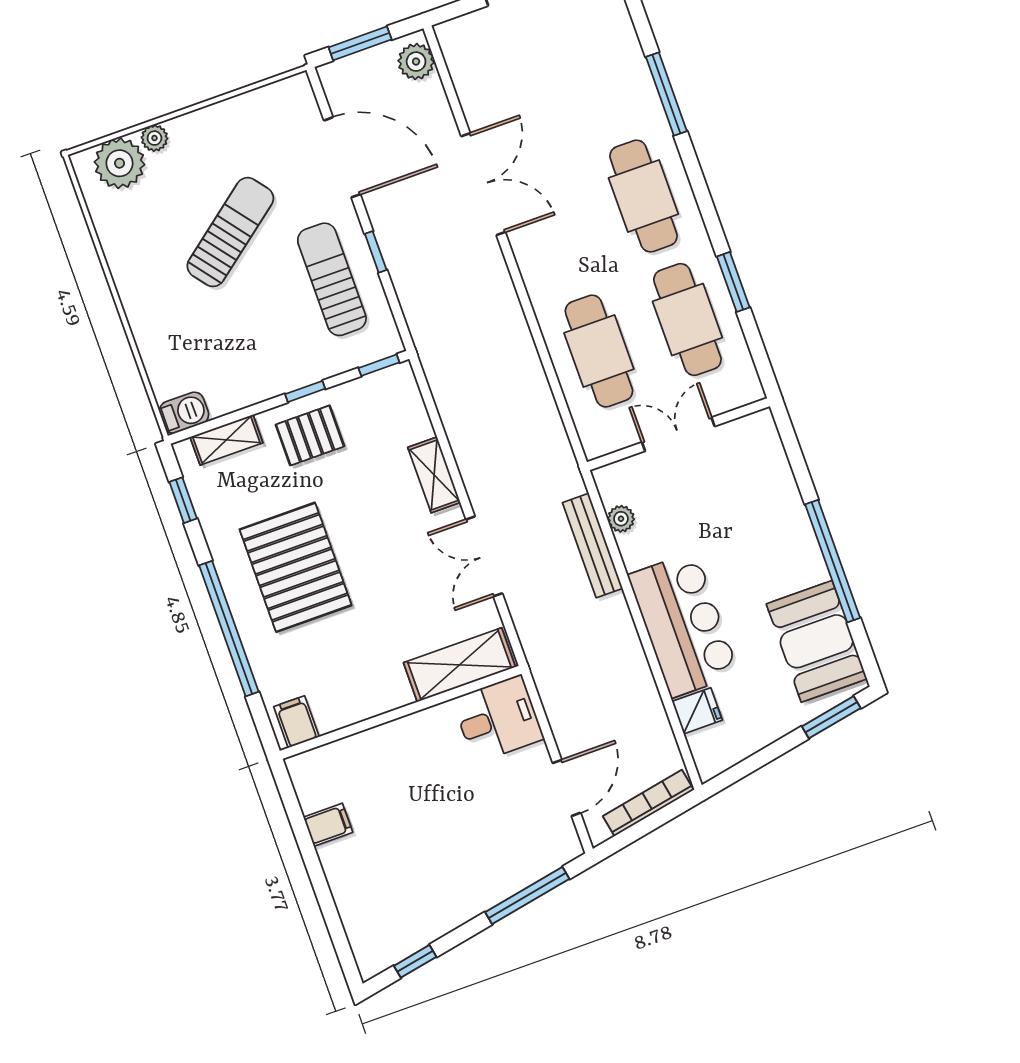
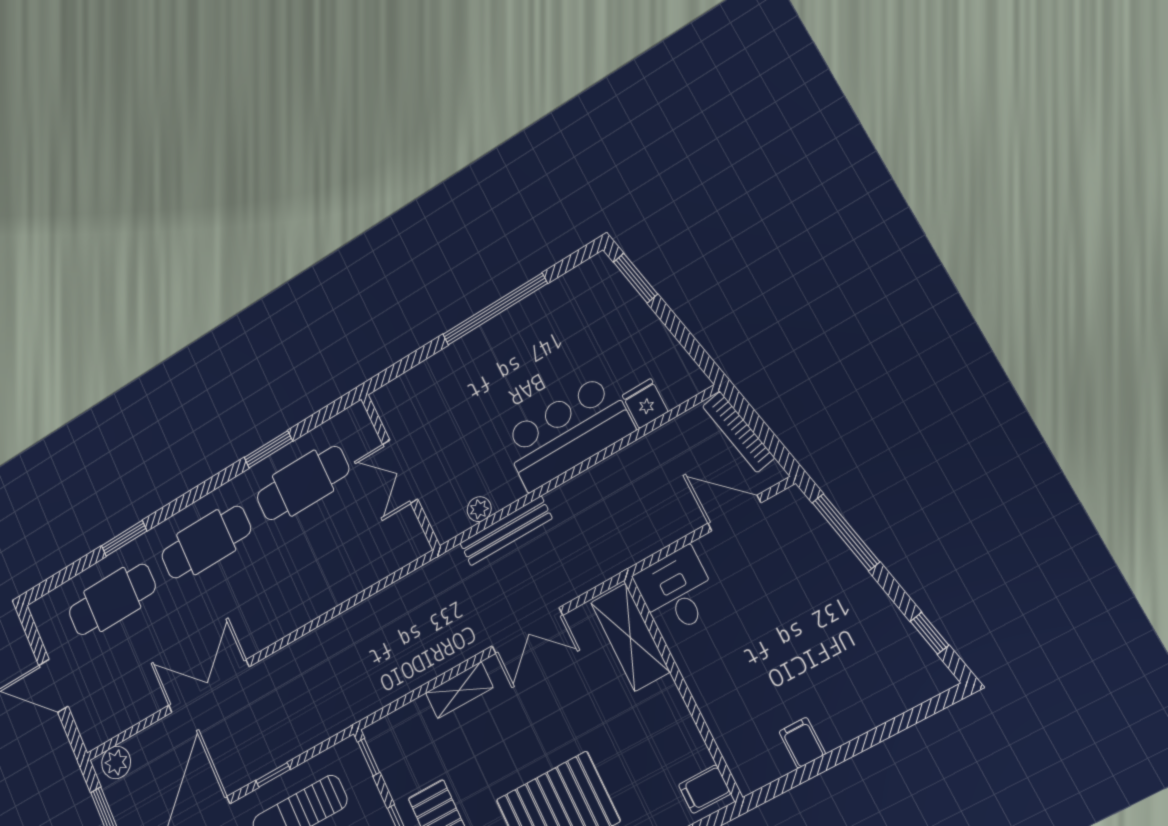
window: (666, 94) -> (124, 538), width x0.69
cafe table: (599, 351) -> (112, 599), moved
booth: (817, 641) -> (568, 307), removed

